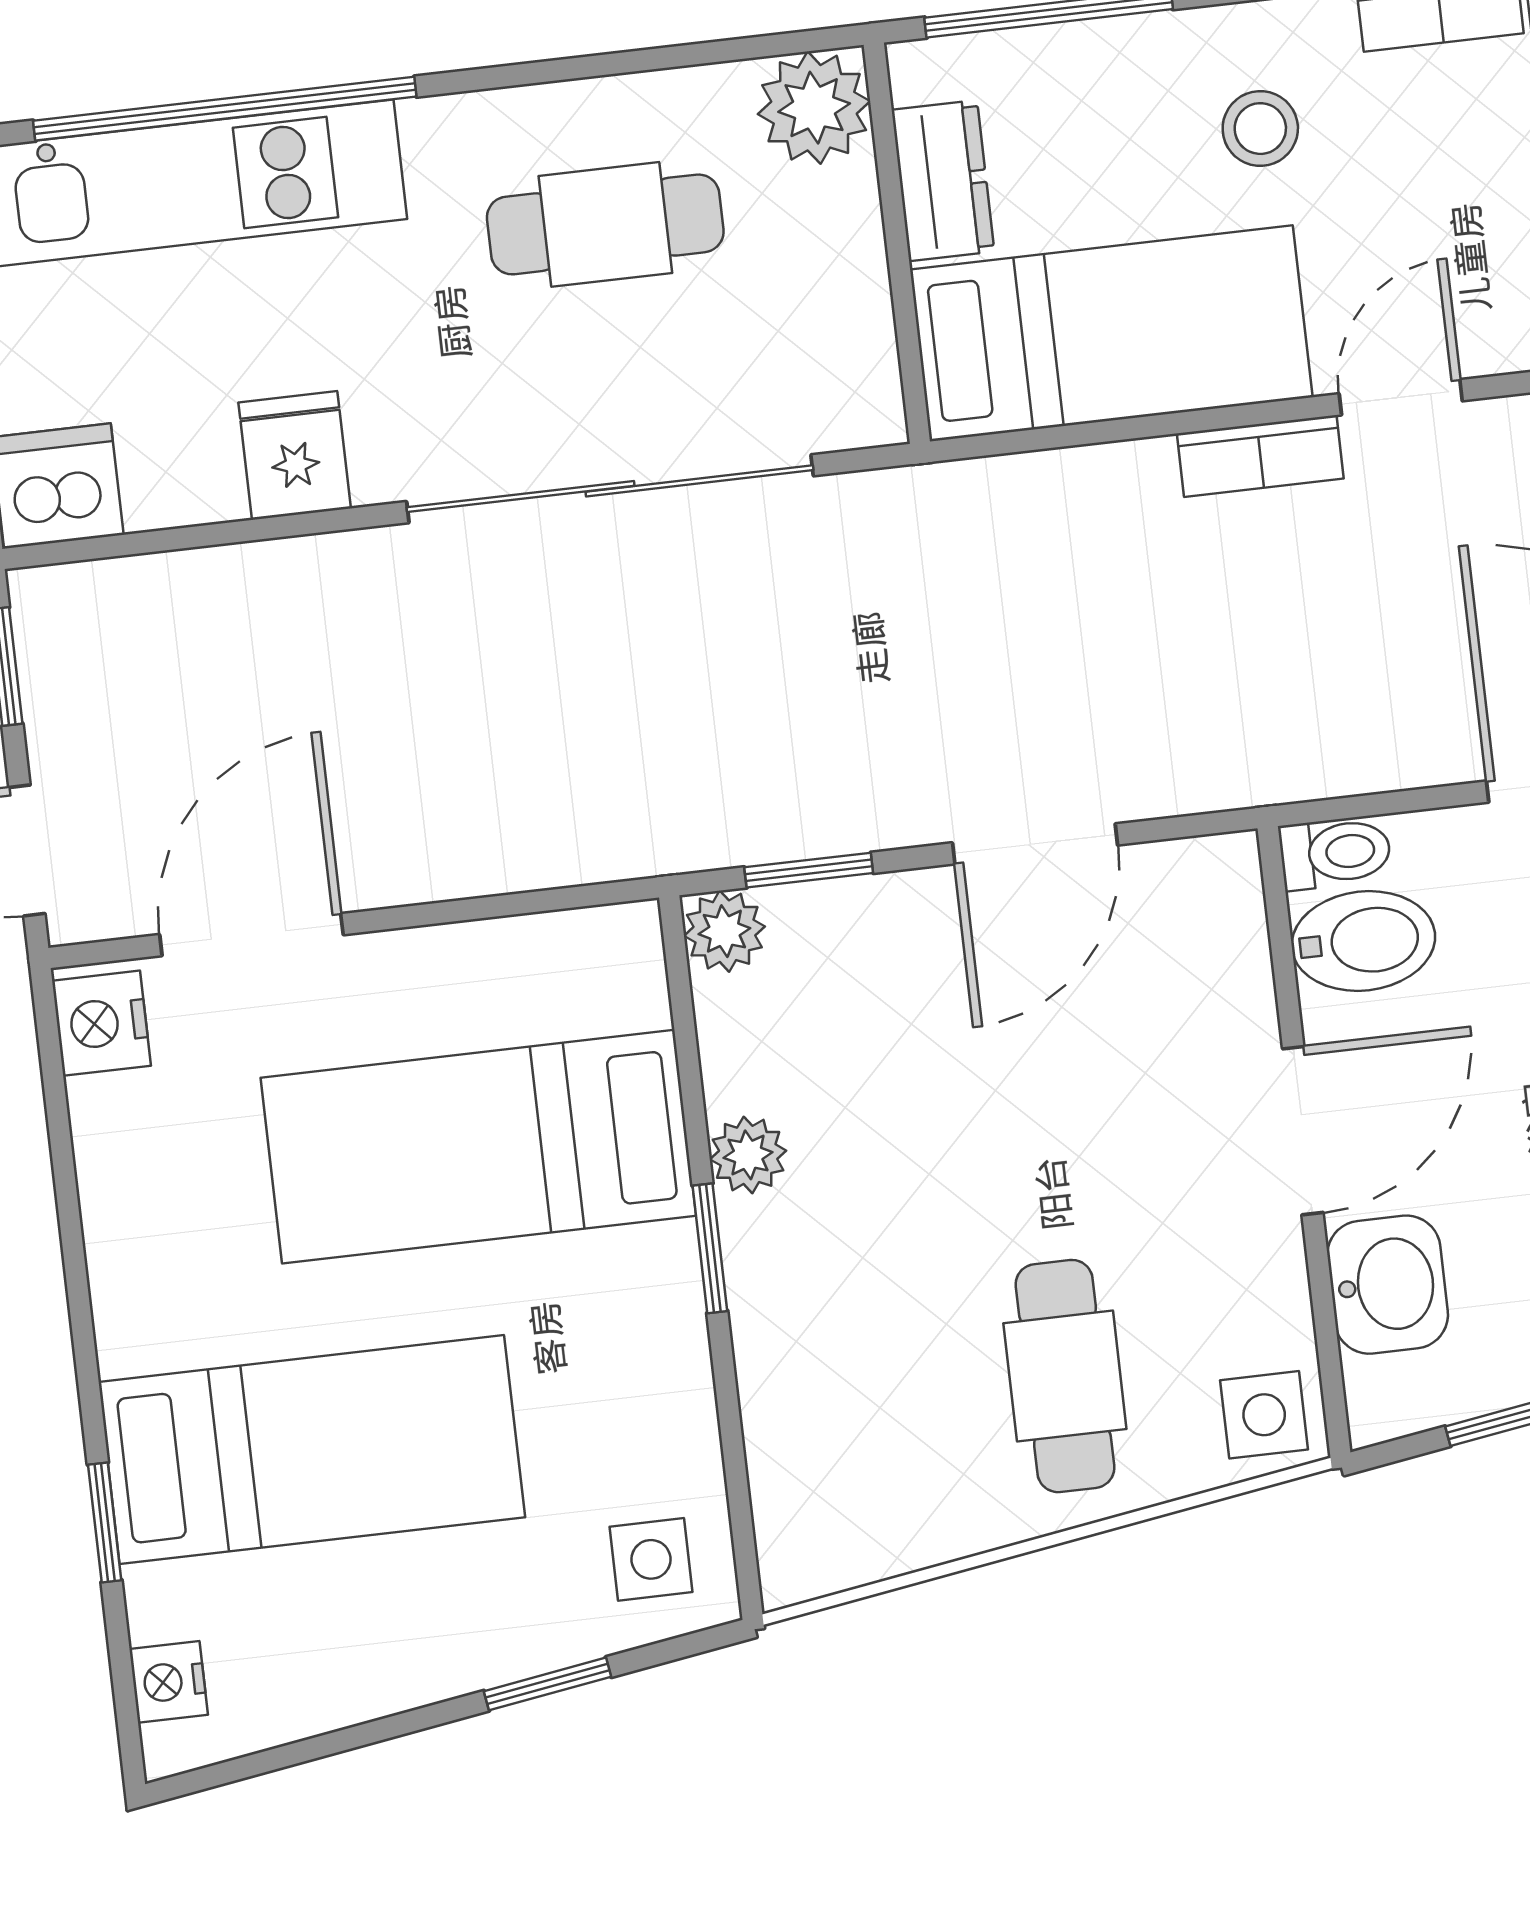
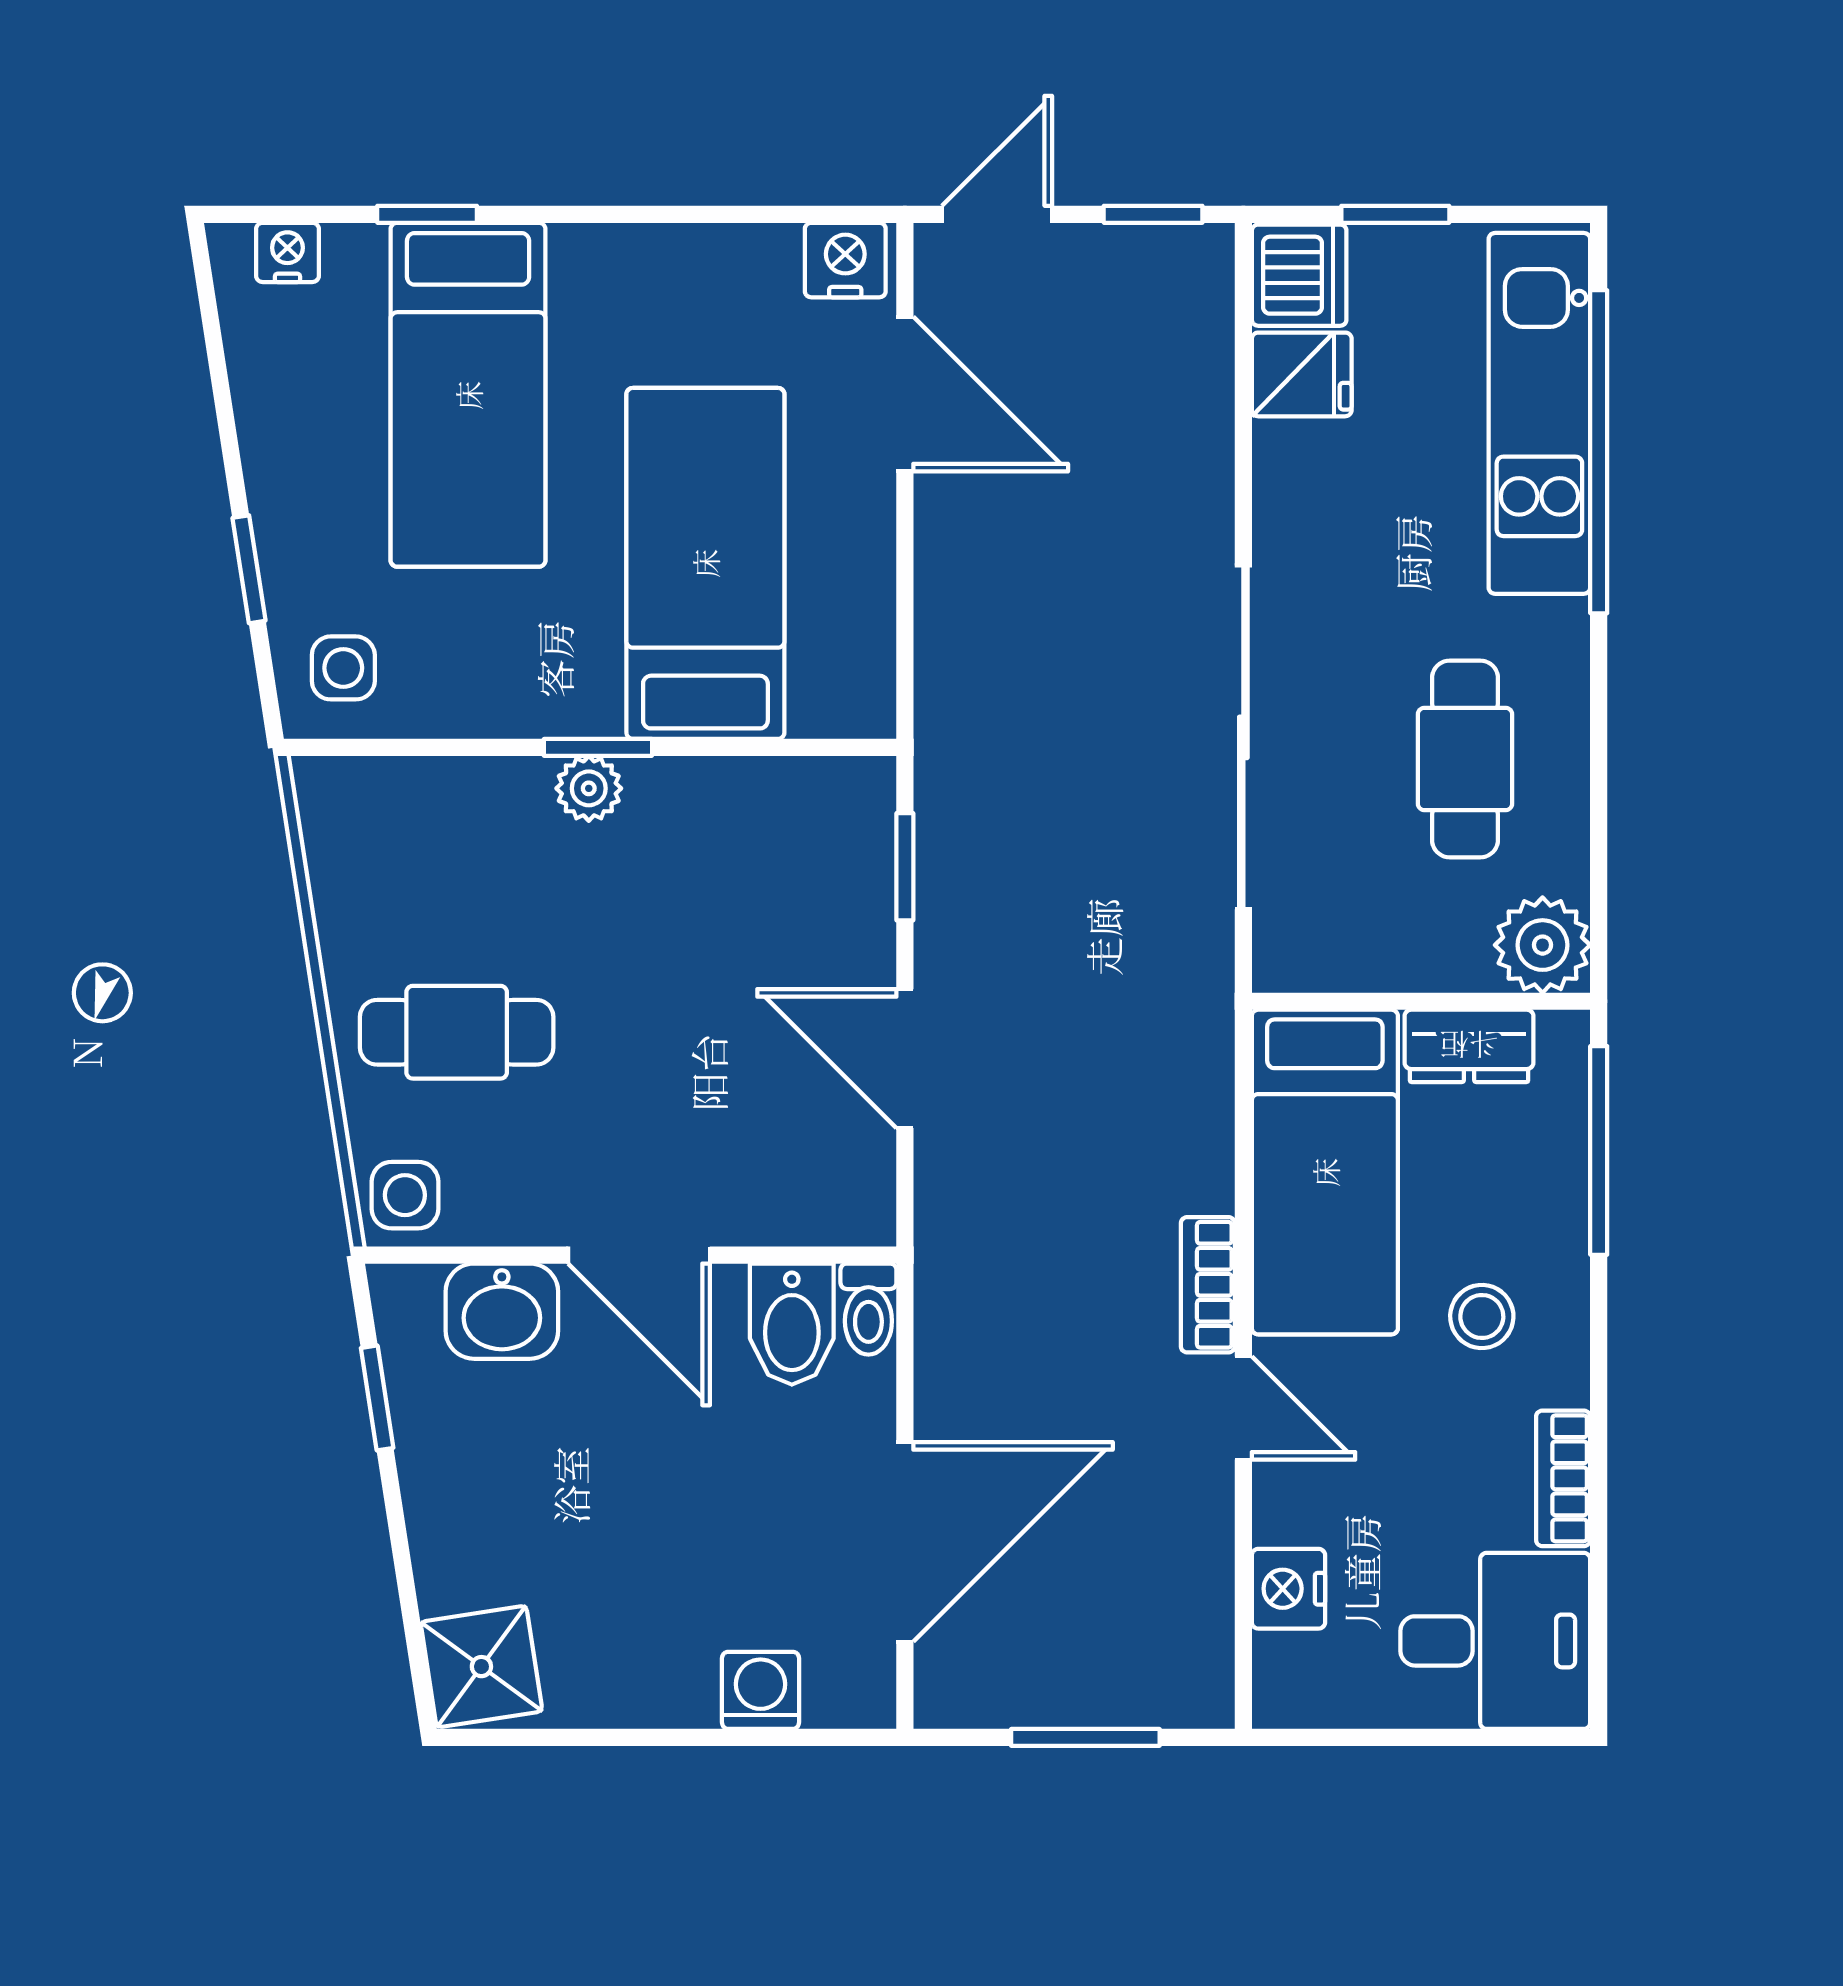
fridge: (295, 455) -> (1302, 374), moved
plant: (724, 931) -> (862, 790), removed
plant: (748, 1155) -> (589, 788), moved

